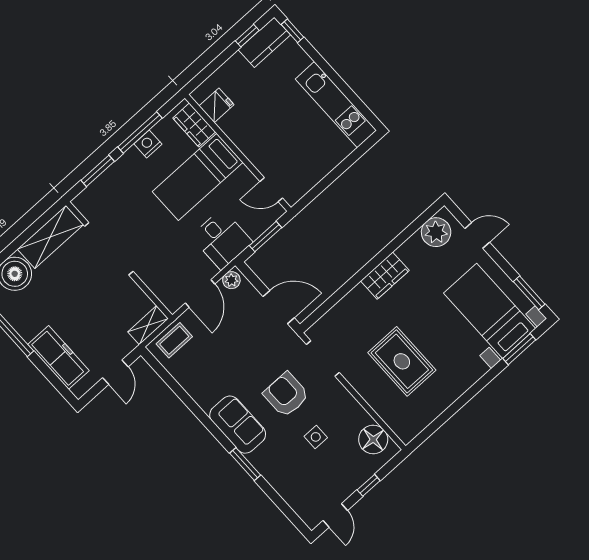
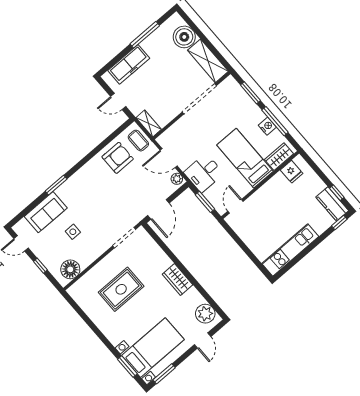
armchair: (286, 395) -> (118, 158), moved
sofa: (238, 425) -> (46, 212), moved

